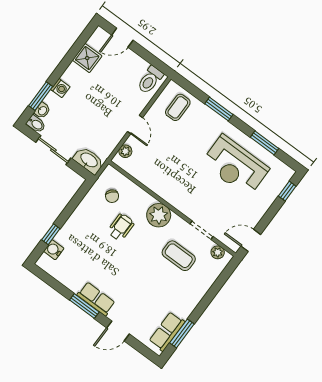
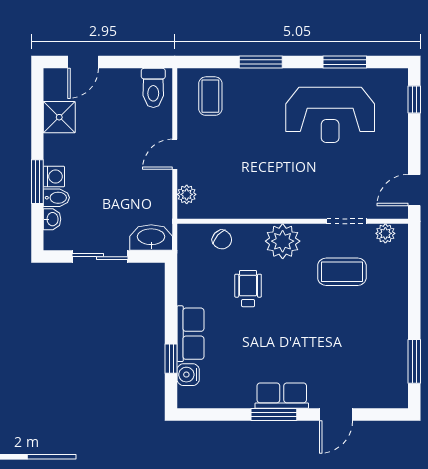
window: (41, 96) -> (37, 182), moved
bidet: (36, 124) -> (56, 198), moved
door: (135, 125) -> (175, 154), swing flipped
chair: (112, 196) -> (222, 240), moved
row of seats: (167, 331) -> (191, 334), moved, turned 180

